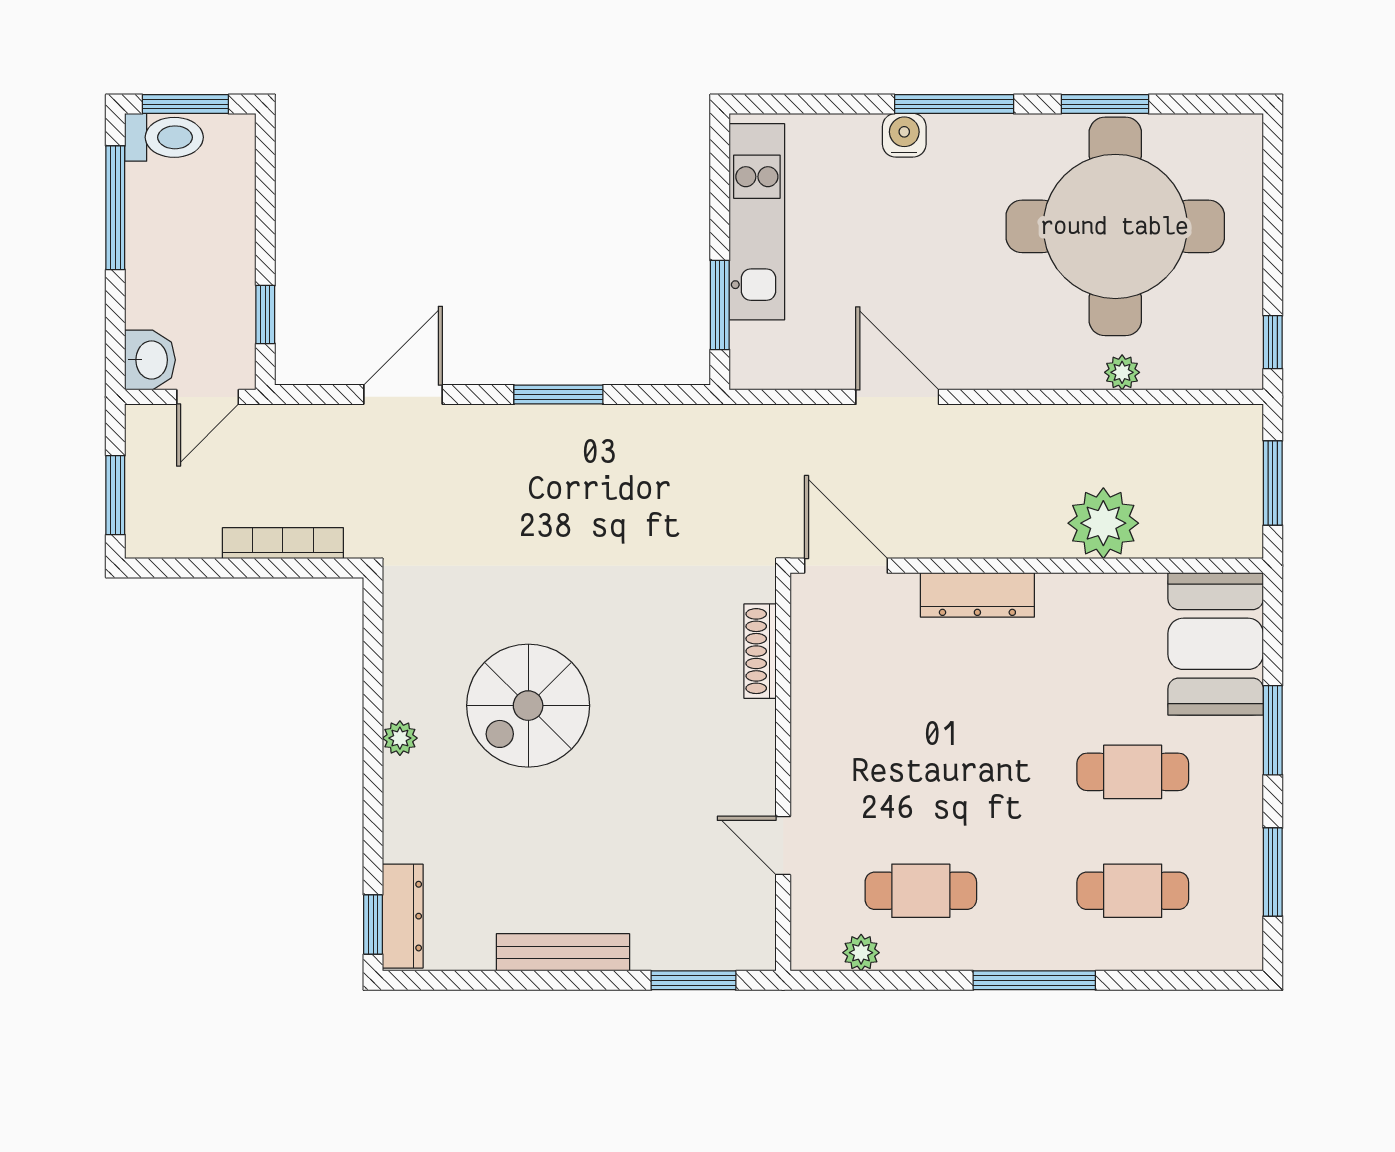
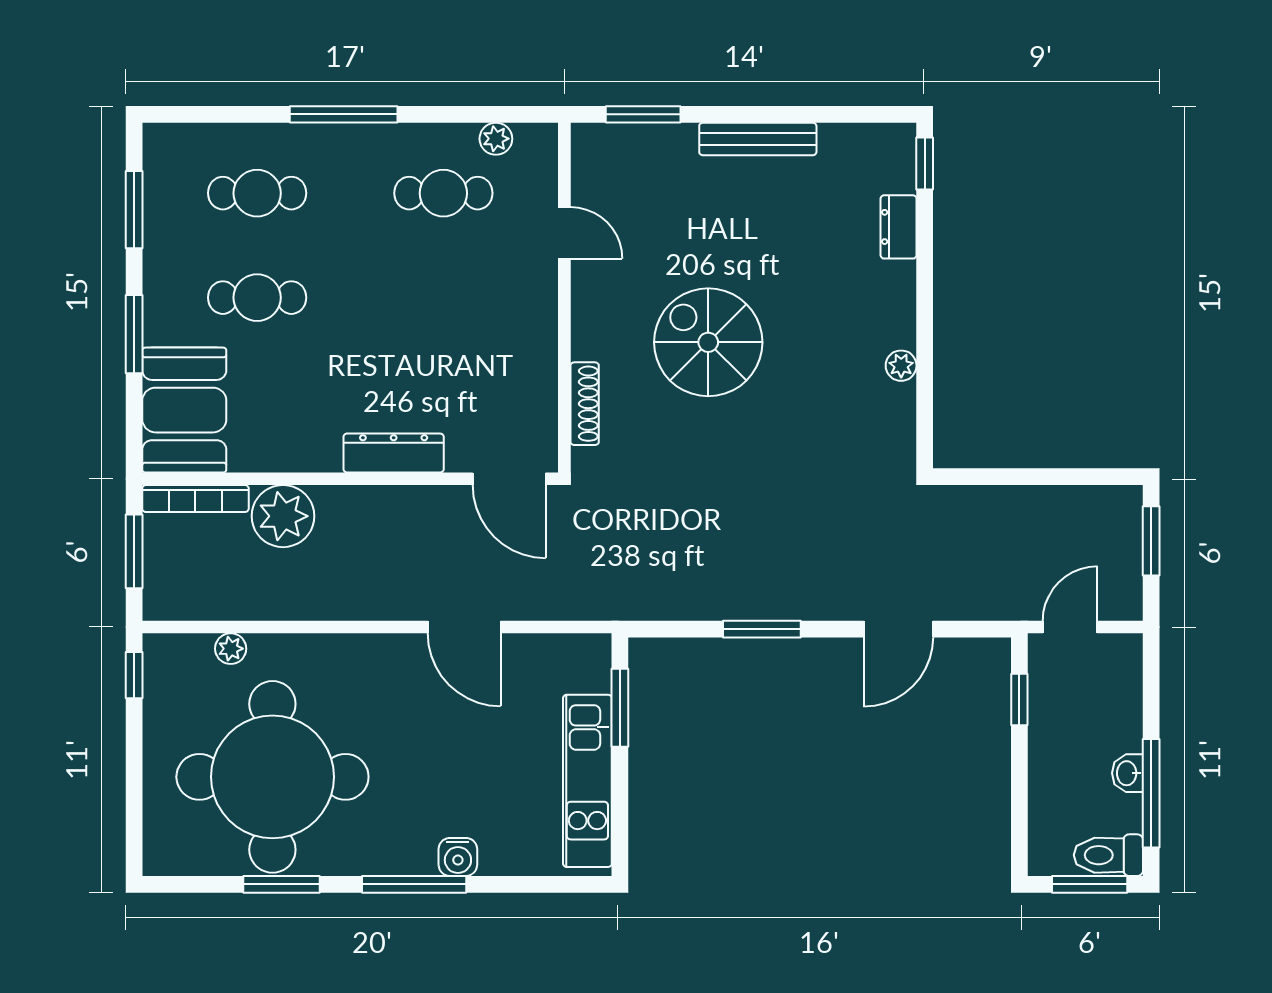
washbasin: (150, 360) -> (1128, 773), moved, width x0.72, depth x0.69
plant: (1122, 372) -> (231, 649), moved
bookcase: (283, 543) -> (195, 499), moved
spiral stairs: (528, 706) -> (708, 342), moved, turned -90
plant: (400, 738) -> (901, 366), moved
dresser: (403, 916) -> (899, 227), moved, width x0.70

